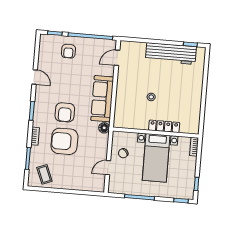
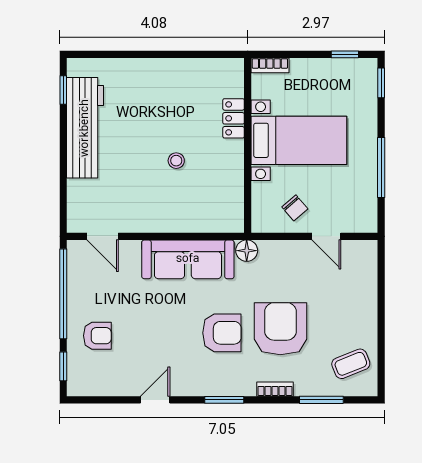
locker: (164, 126) -> (234, 118), width x0.66
armchair: (64, 141) -> (280, 329), turned 180

